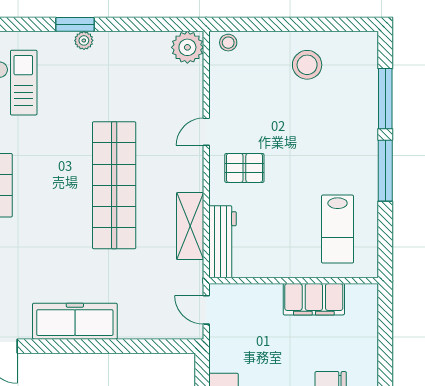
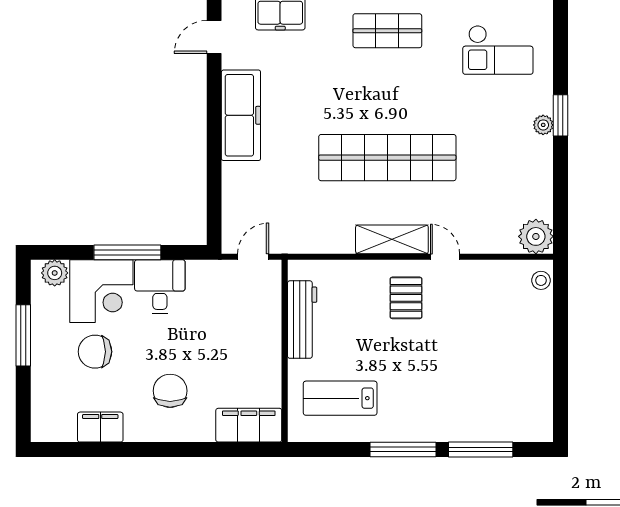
stool: (307, 65) -> (517, 365), removed
shelving: (190, 226) -> (392, 239), moved
workbench: (223, 242) -> (302, 320), moved, turned -90
filing cabinet: (314, 299) -> (249, 425), moved, turned 90

